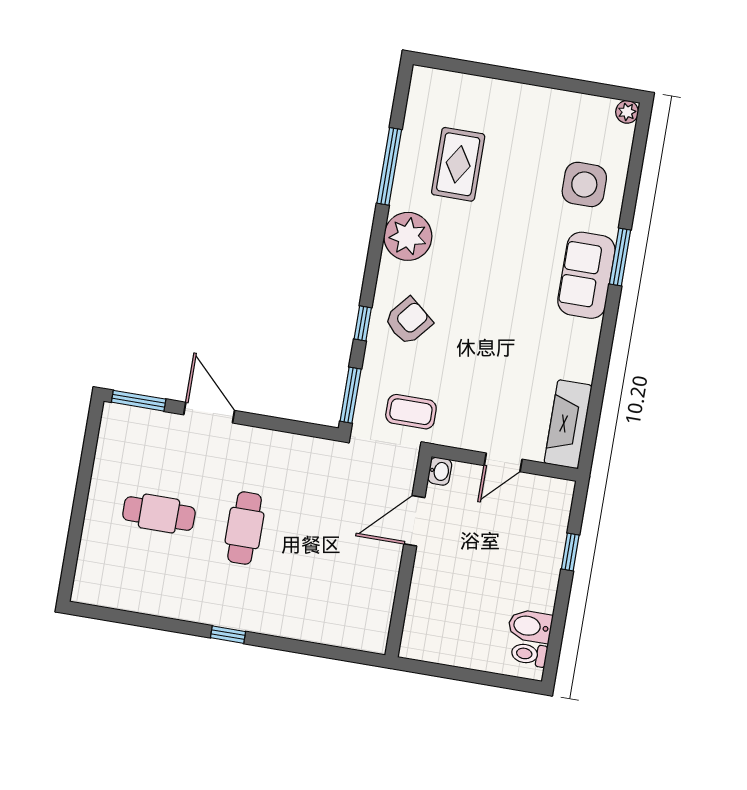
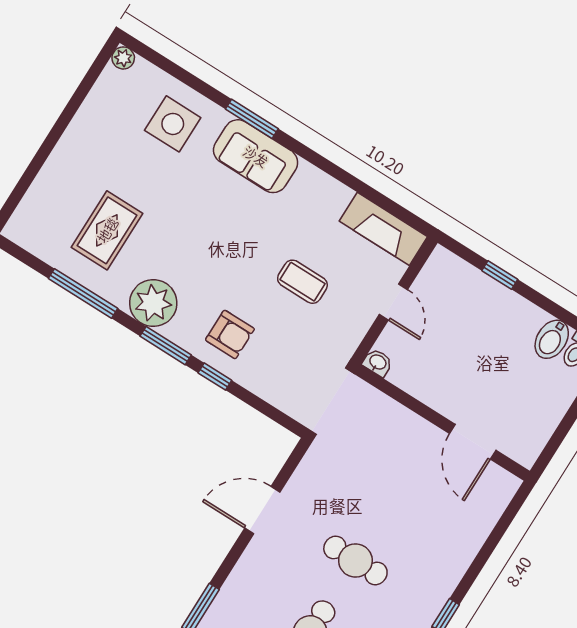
rug: (458, 164) -> (107, 230), turned 90
armchair: (408, 321) -> (230, 334), turned 140
window: (351, 395) -> (166, 346), moved
coffee table: (411, 412) -> (302, 282), moved, turned 90
door: (209, 413) -> (262, 510), moved
door: (414, 521) -> (473, 442), moved

